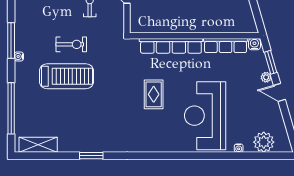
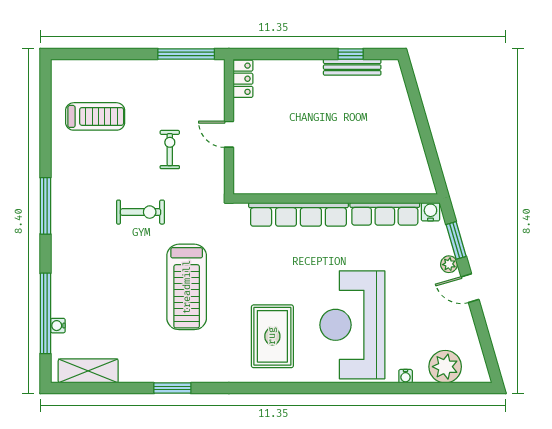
water cooler: (19, 56) -> (58, 326), moved
treadmill: (67, 76) -> (187, 287), moved, turned 90
rug: (154, 94) -> (272, 336), moved, width x1.36, depth x1.43

